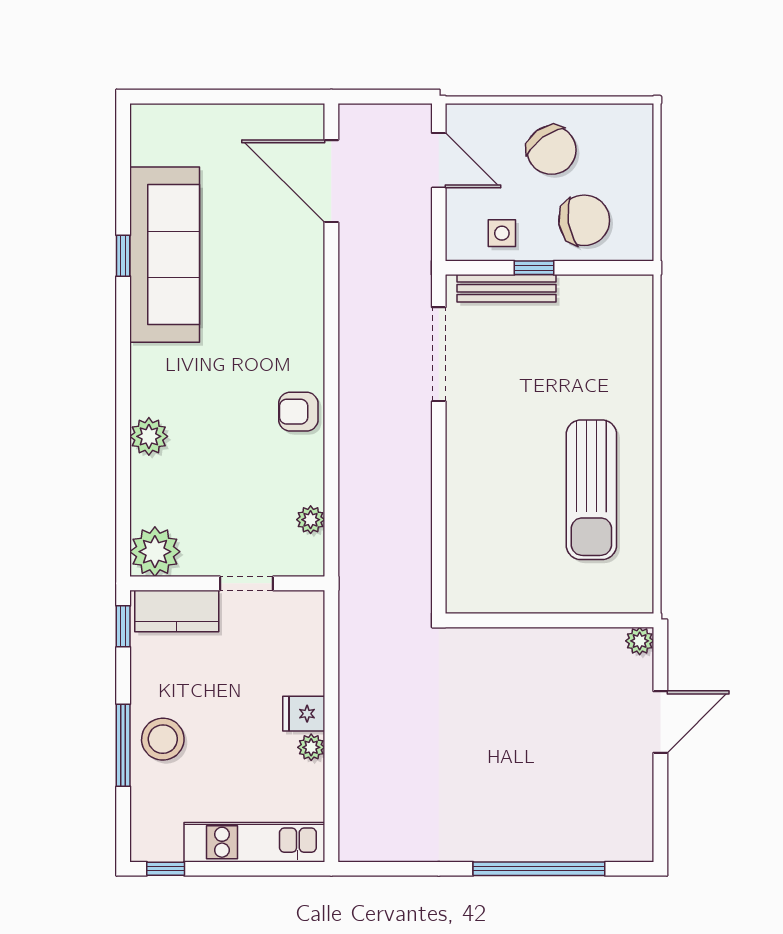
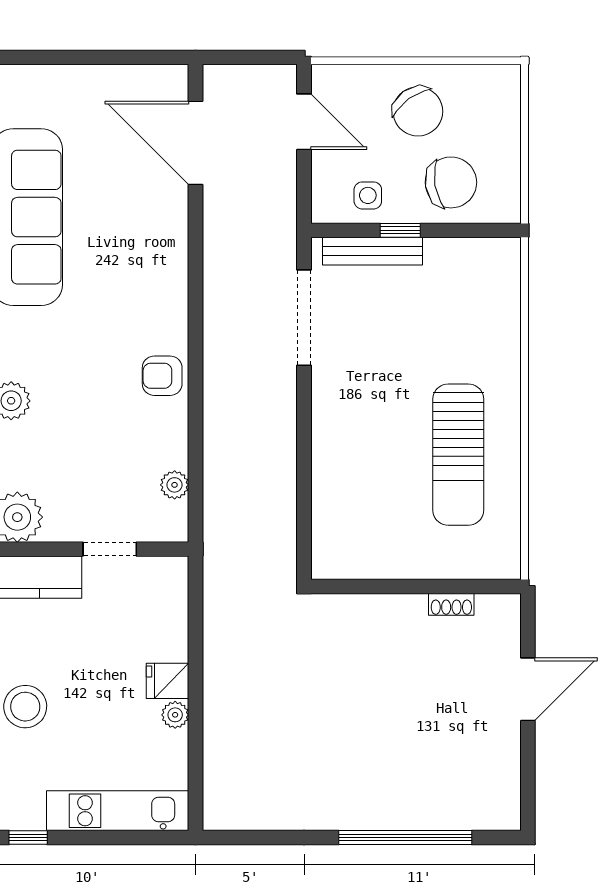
shoe rack: (585, 638) -> (451, 604), added
plant: (640, 641) -> (507, 607), removed

